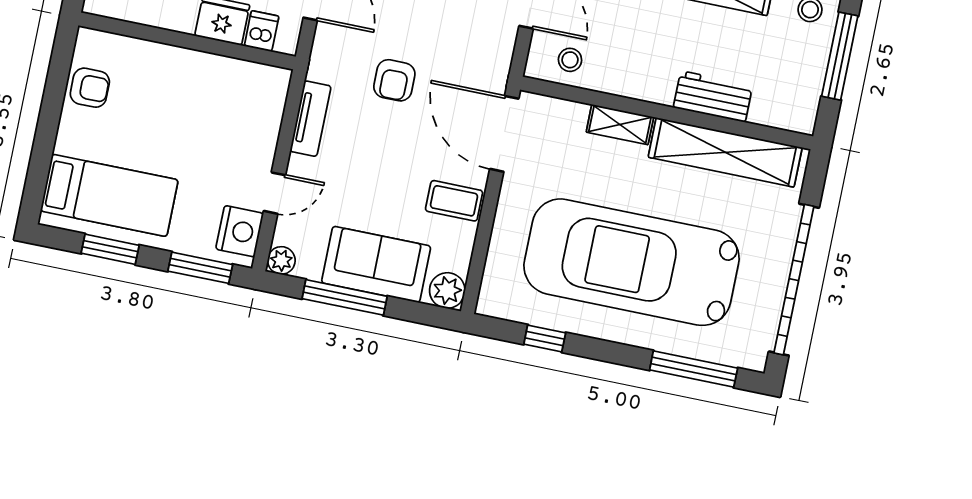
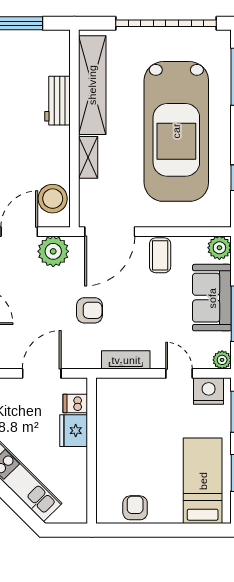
plant: (492, 45) -> (53, 251), added
stool: (570, 60) -> (53, 199), width x1.89, depth x1.89

